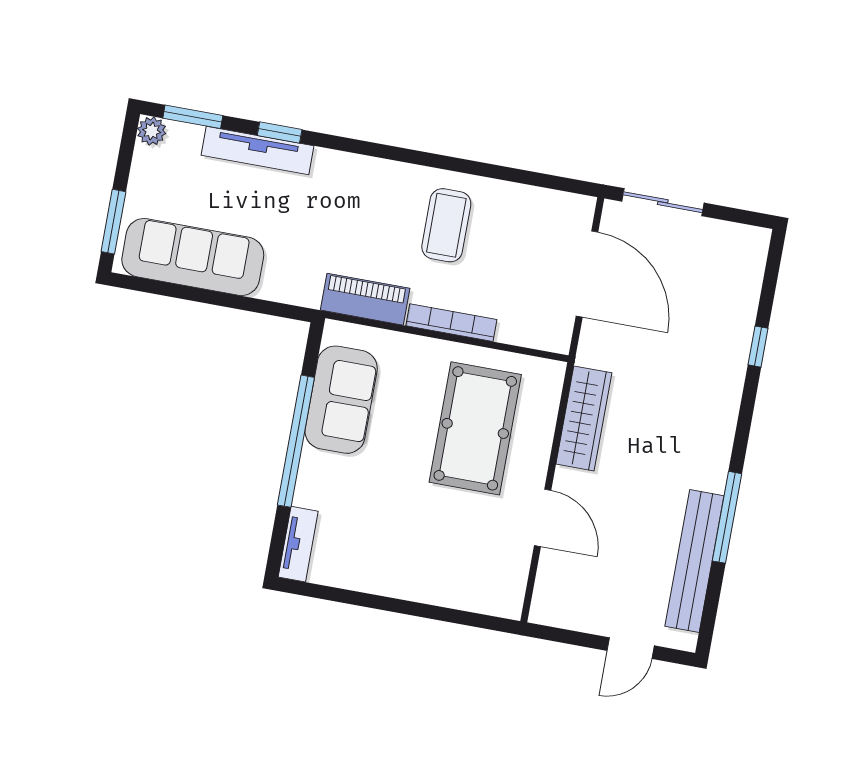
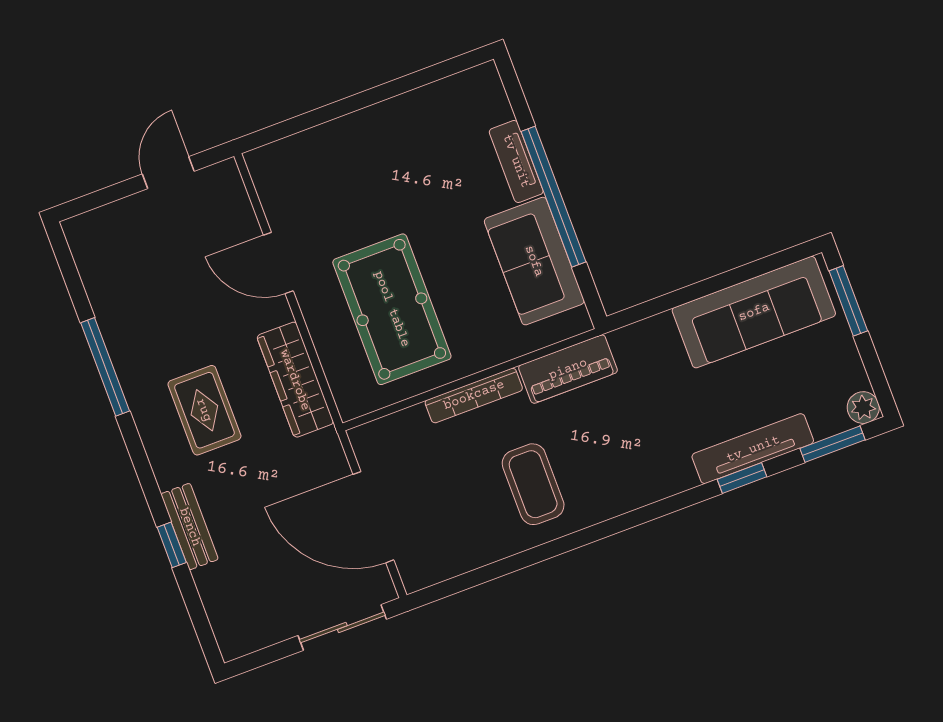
rug: (669, 437) -> (204, 410), added
tv unit: (298, 544) -> (516, 161), moved
bench: (694, 561) -> (190, 527), moved, width x0.54, depth x0.82
door: (631, 648) -> (168, 173), moved

